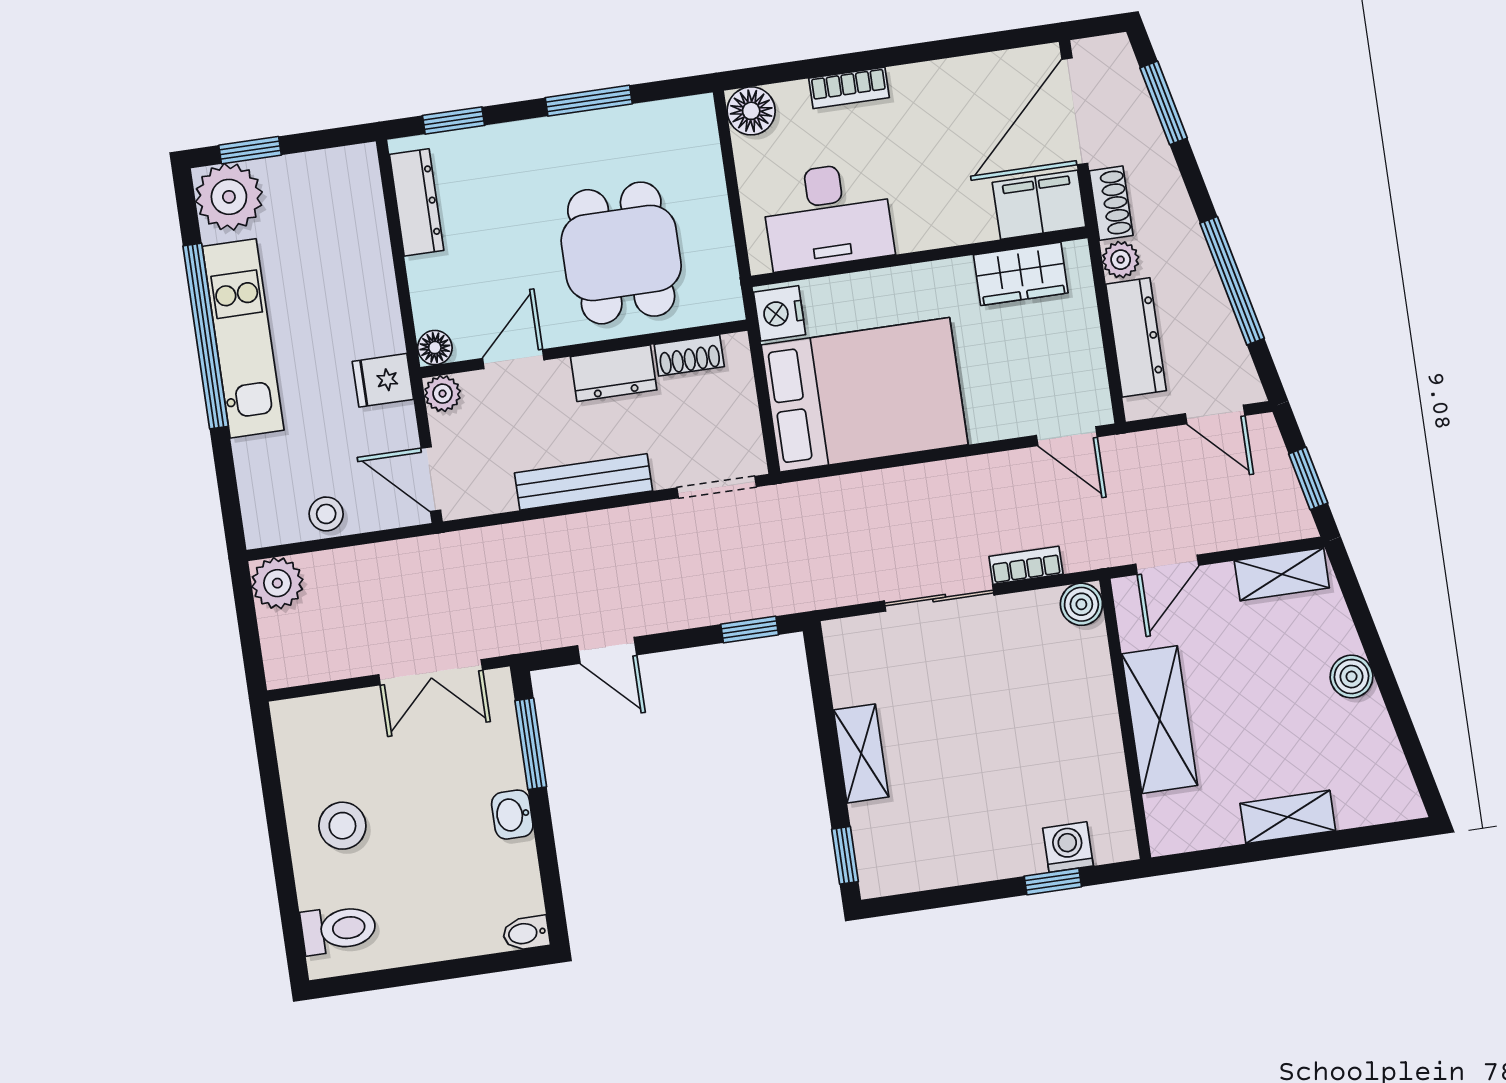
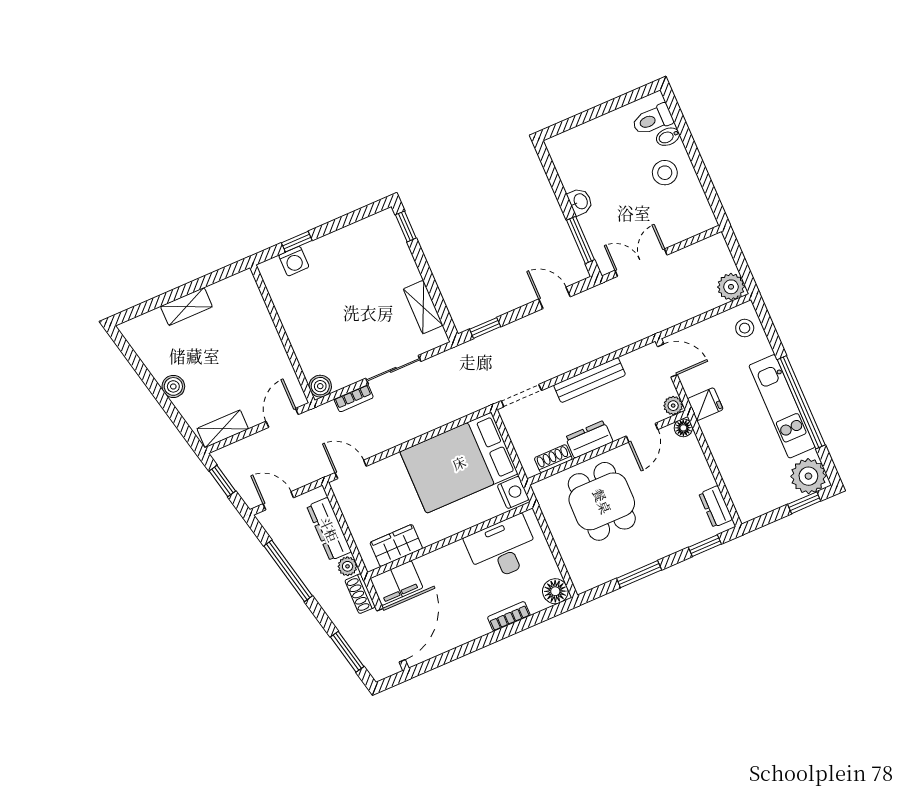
dresser: (417, 202) -> (716, 507), width x0.70
stool: (326, 514) -> (745, 328), moved
shelving: (1160, 720) -> (265, 338), removed
shelving: (861, 753) -> (423, 307), moved
bidet: (526, 933) -> (668, 137), moved, turned 180

